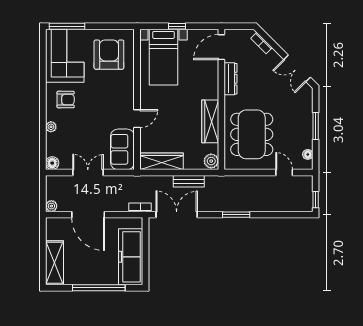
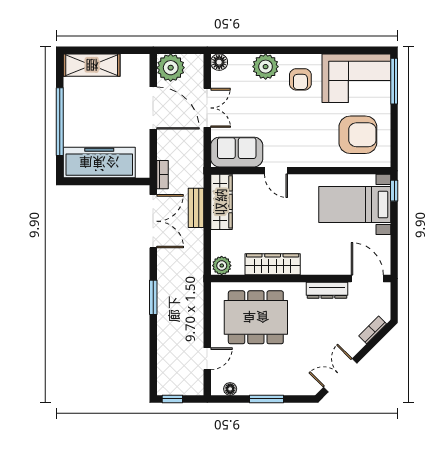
window: (177, 26) -> (394, 191), moved
plant: (51, 127) -> (266, 67), width x1.88, depth x1.88
bench: (189, 181) -> (196, 208), moved
plant: (51, 206) -> (171, 68), width x1.87, depth x1.87
door: (88, 215) -> (153, 108), swing flipped

